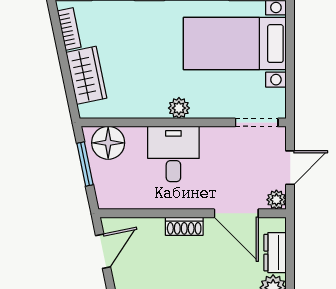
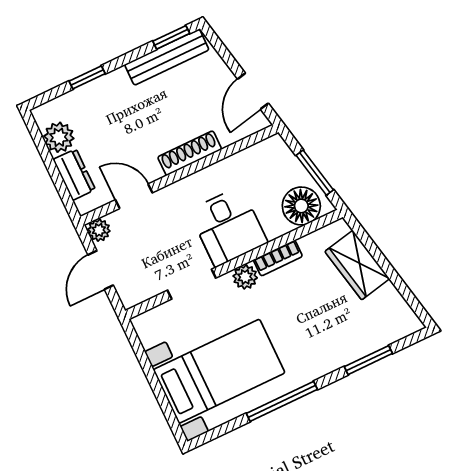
bookcase: (69, 29) -> (278, 258), moved, turned -78
doorway: (257, 122) -> (192, 284), moved
door: (236, 213) -> (134, 196), width x0.73
shoe rack: (184, 226) -> (190, 153), width x1.43

